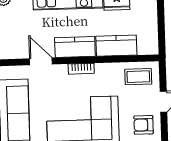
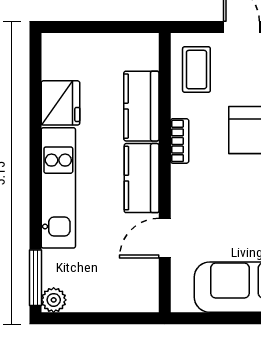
bookcase: (81, 69) -> (180, 141), moved

